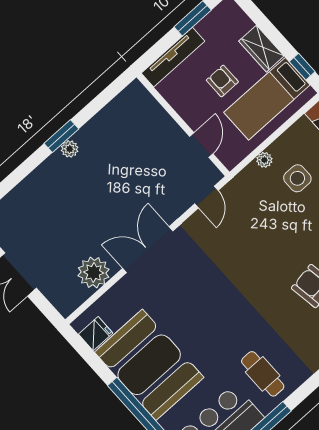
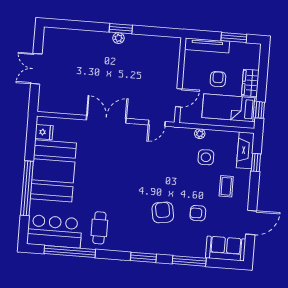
plant: (94, 273) -> (72, 104), removed

